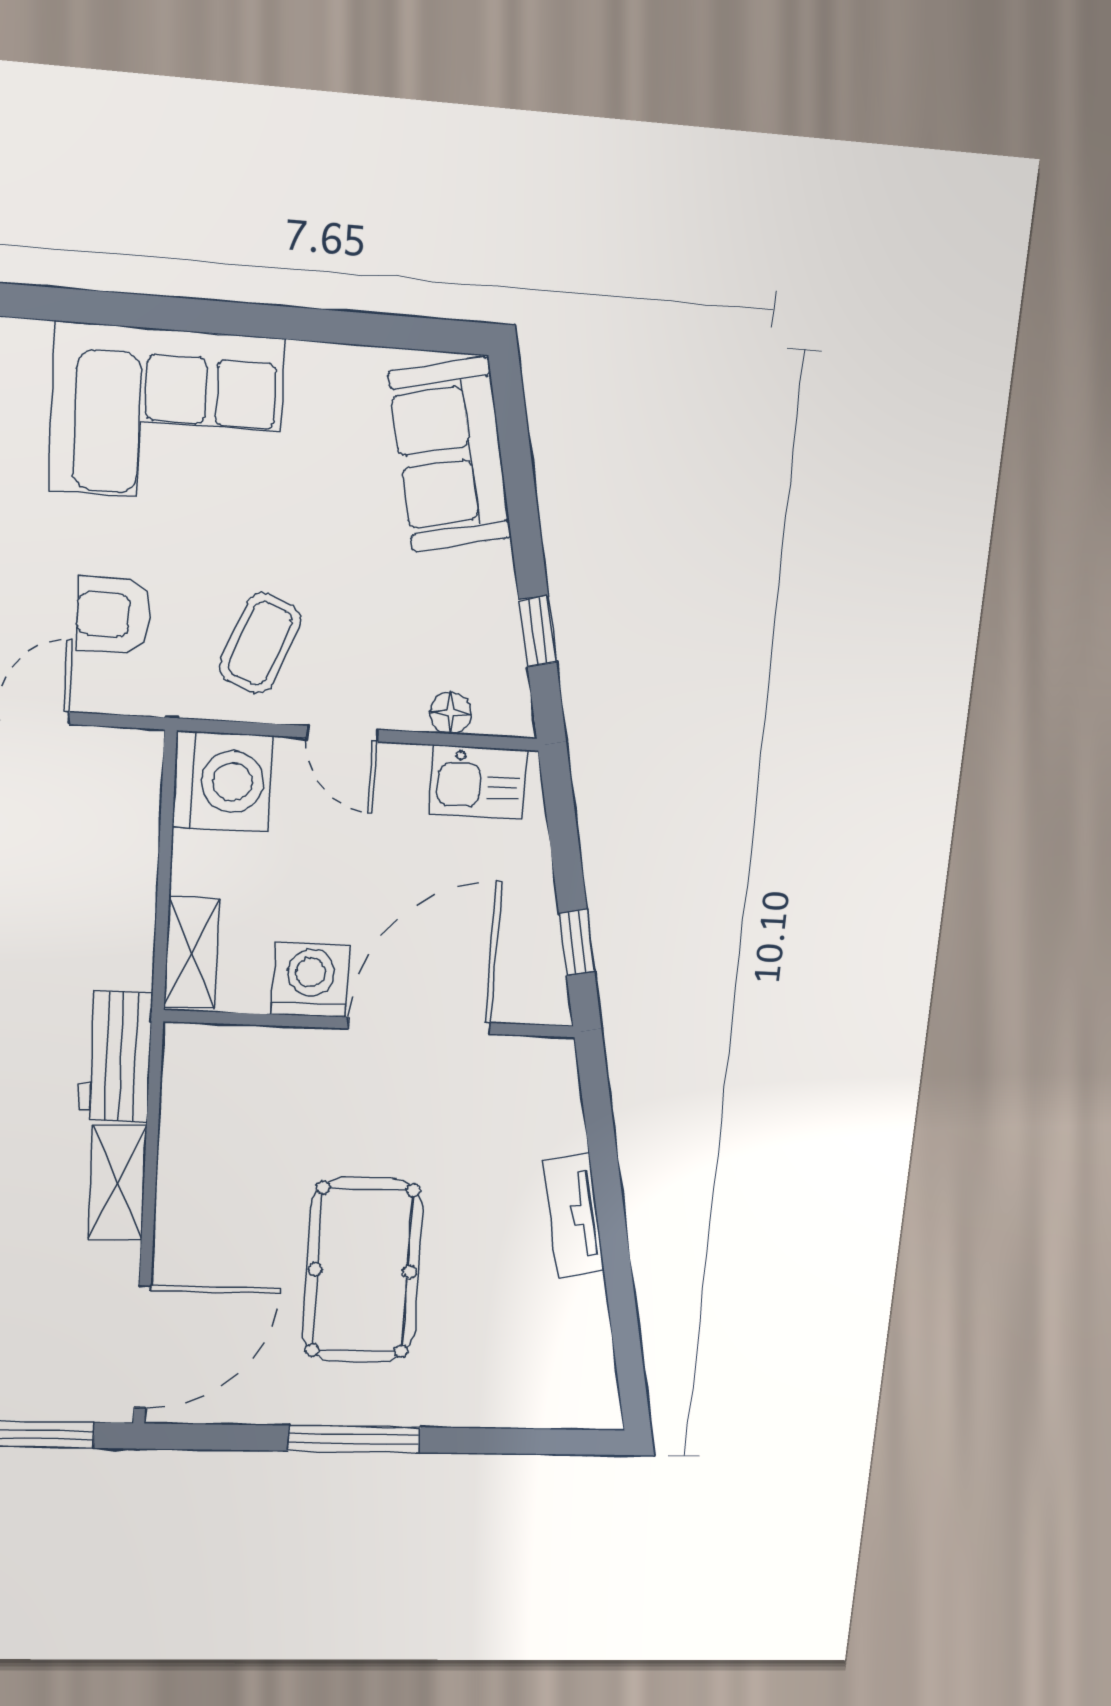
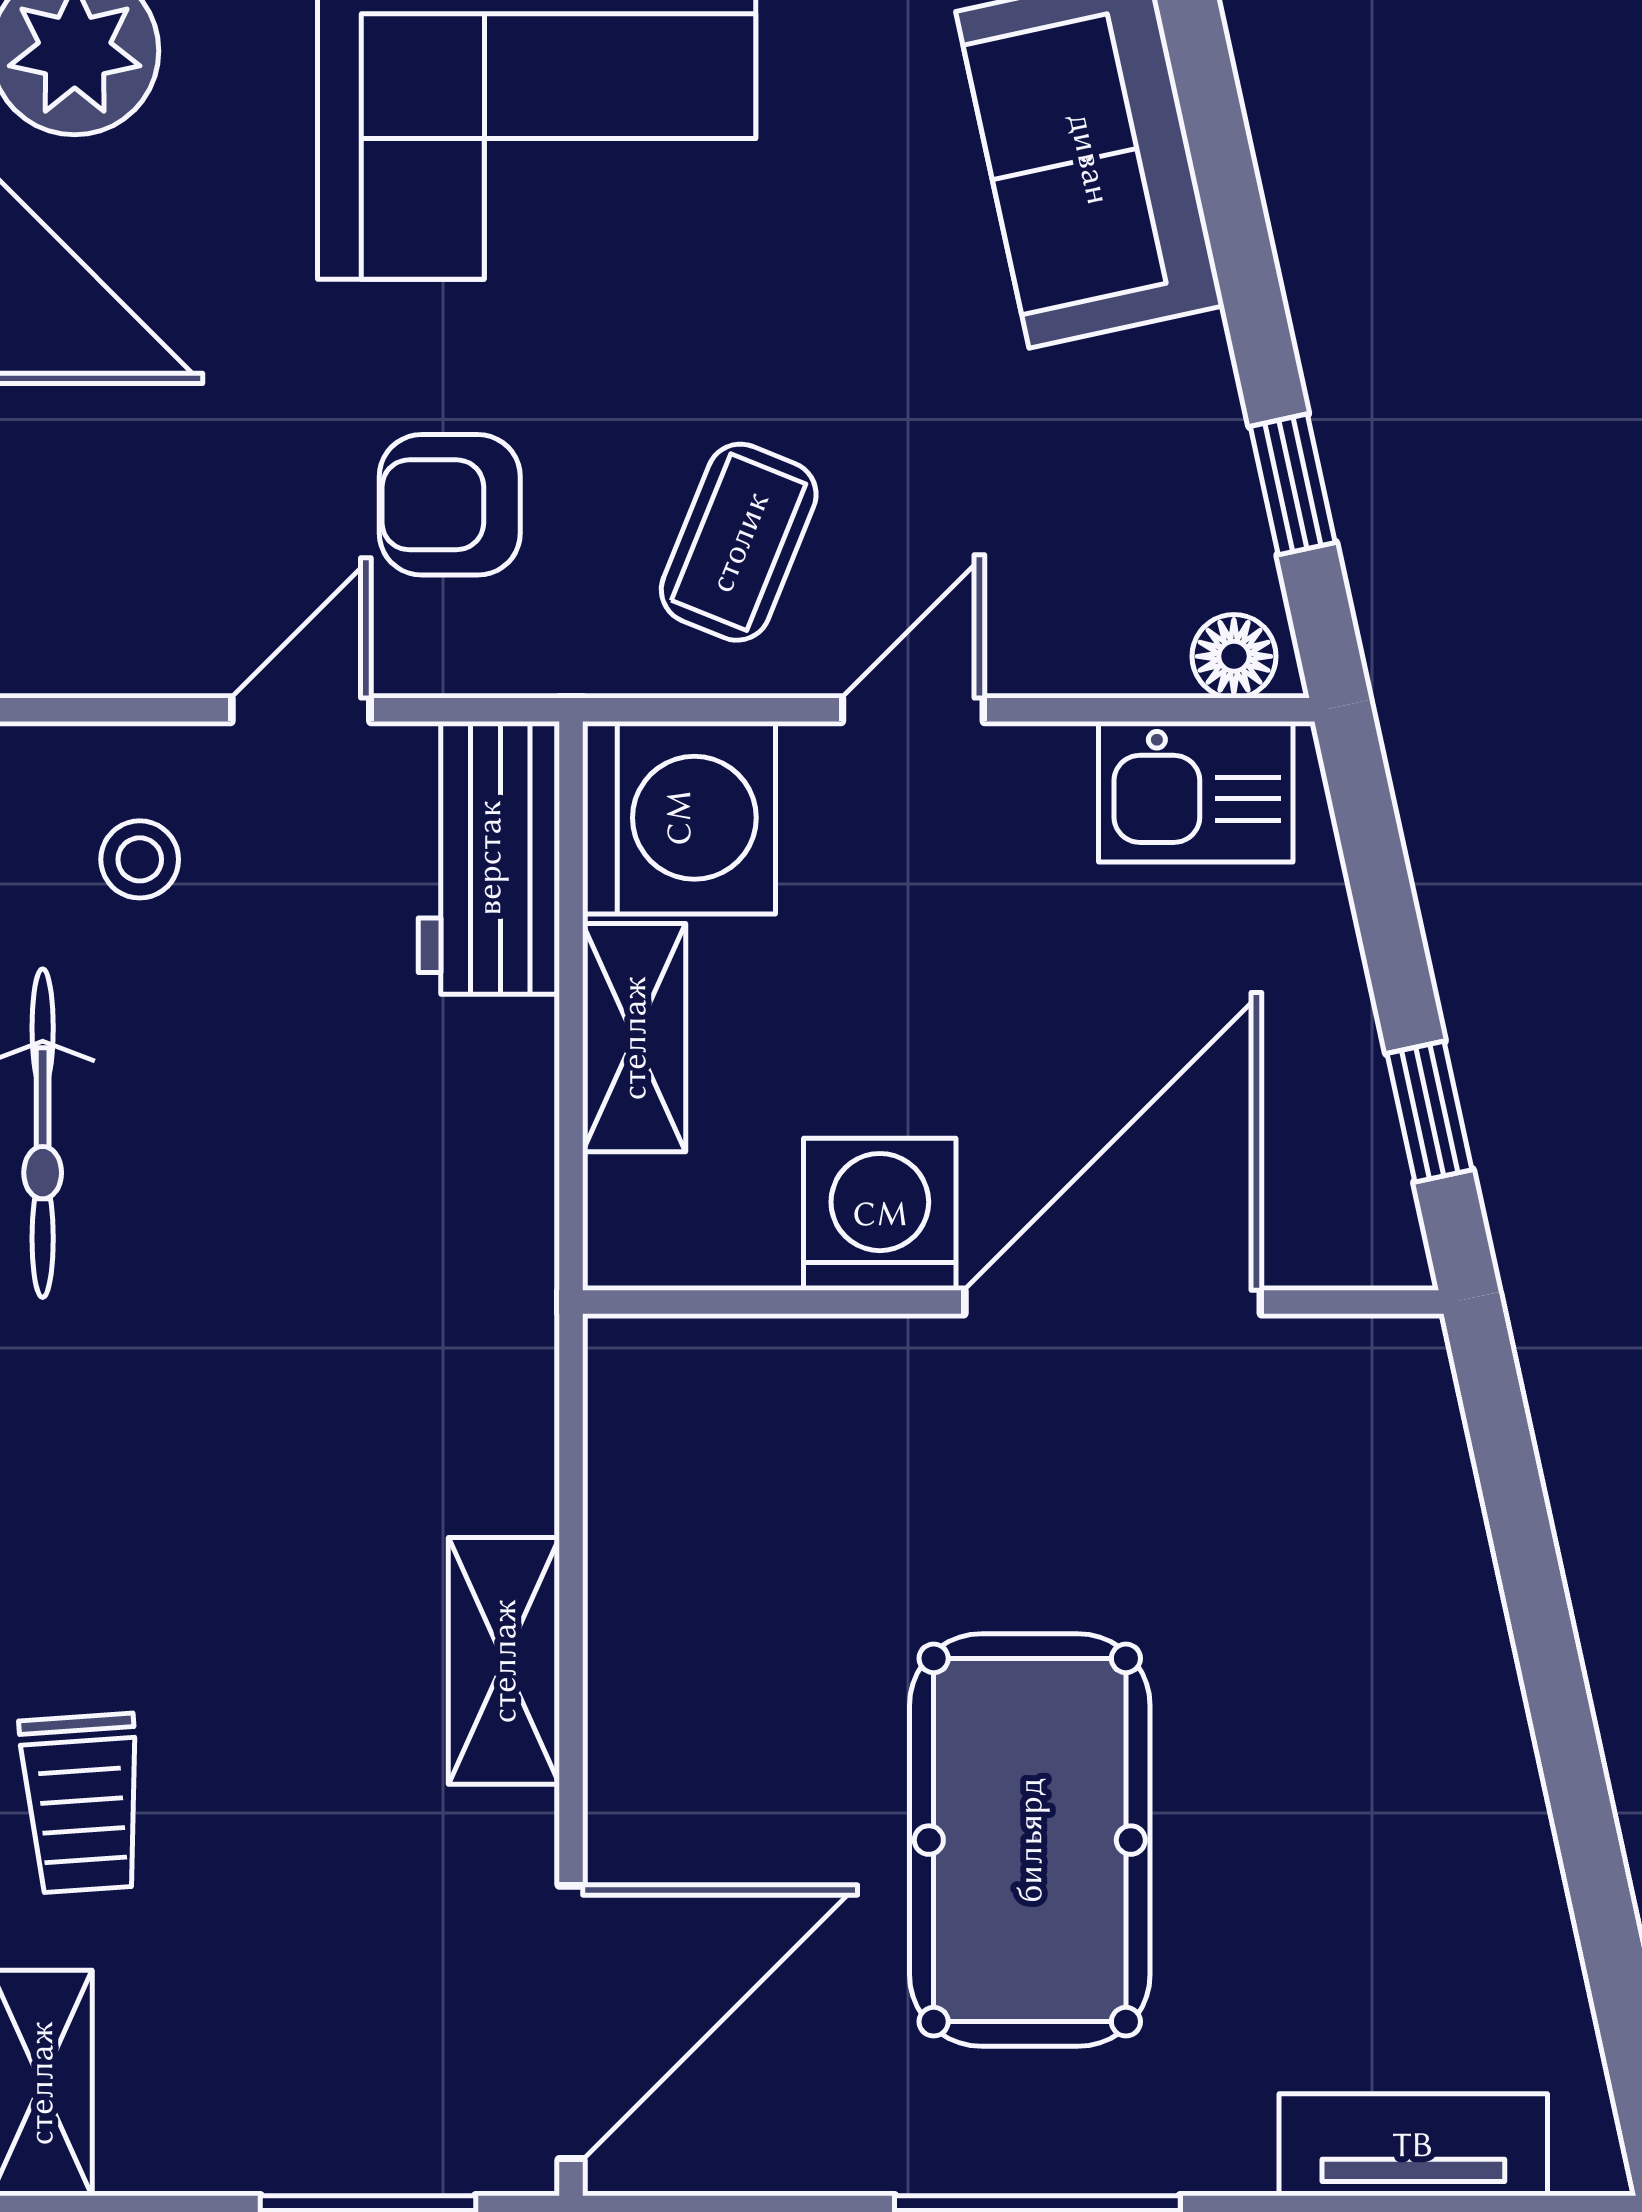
floor lamp: (451, 713) -> (1234, 656), moved
door: (342, 734) -> (913, 710), swing flipped
shelving: (192, 953) -> (634, 1038), moved
workbench: (115, 1057) -> (489, 858), moved
tv unit: (574, 1216) -> (1413, 2145), moved, turned 102

